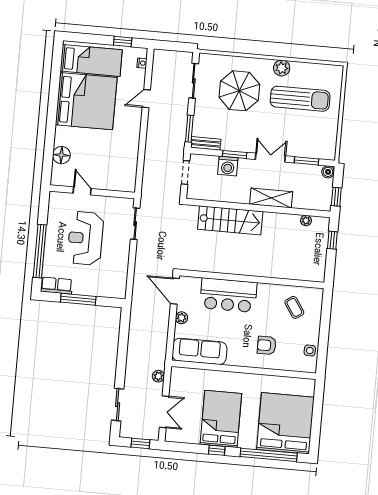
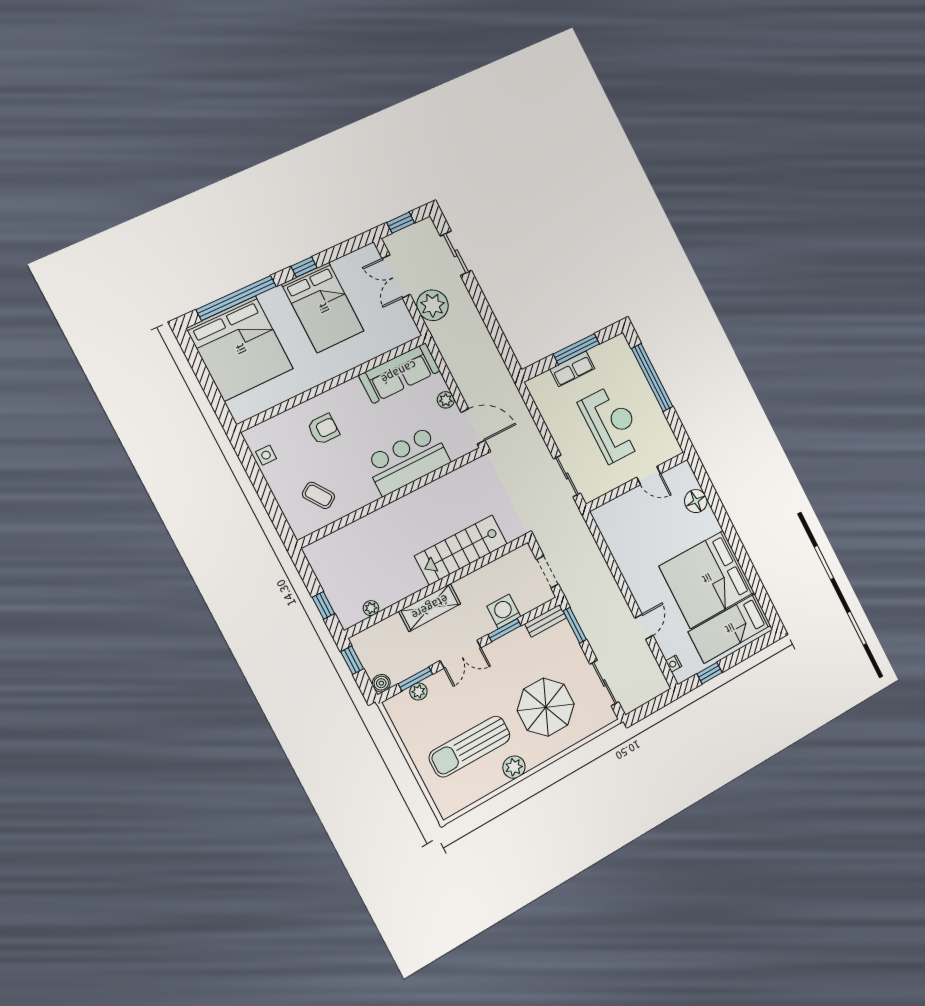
plant: (310, 152) -> (418, 692), added
row of seats: (57, 286) -> (572, 369), moved
plant: (158, 376) -> (433, 305), width x1.87, depth x1.87

